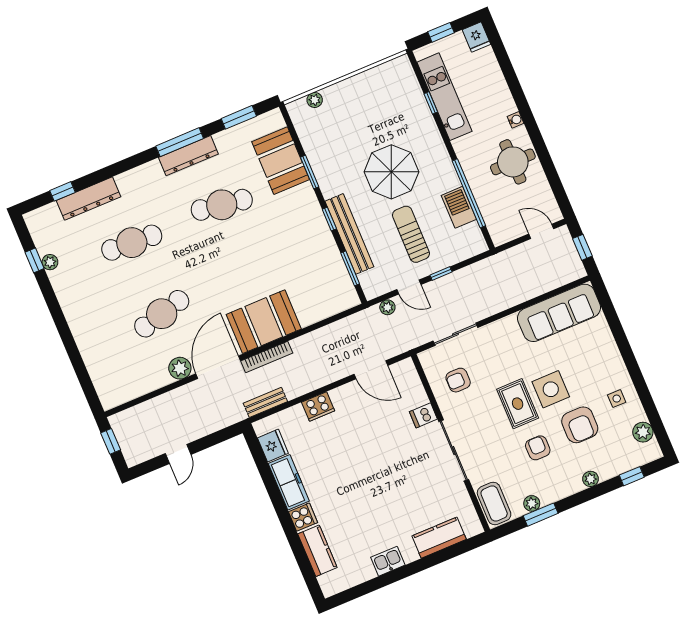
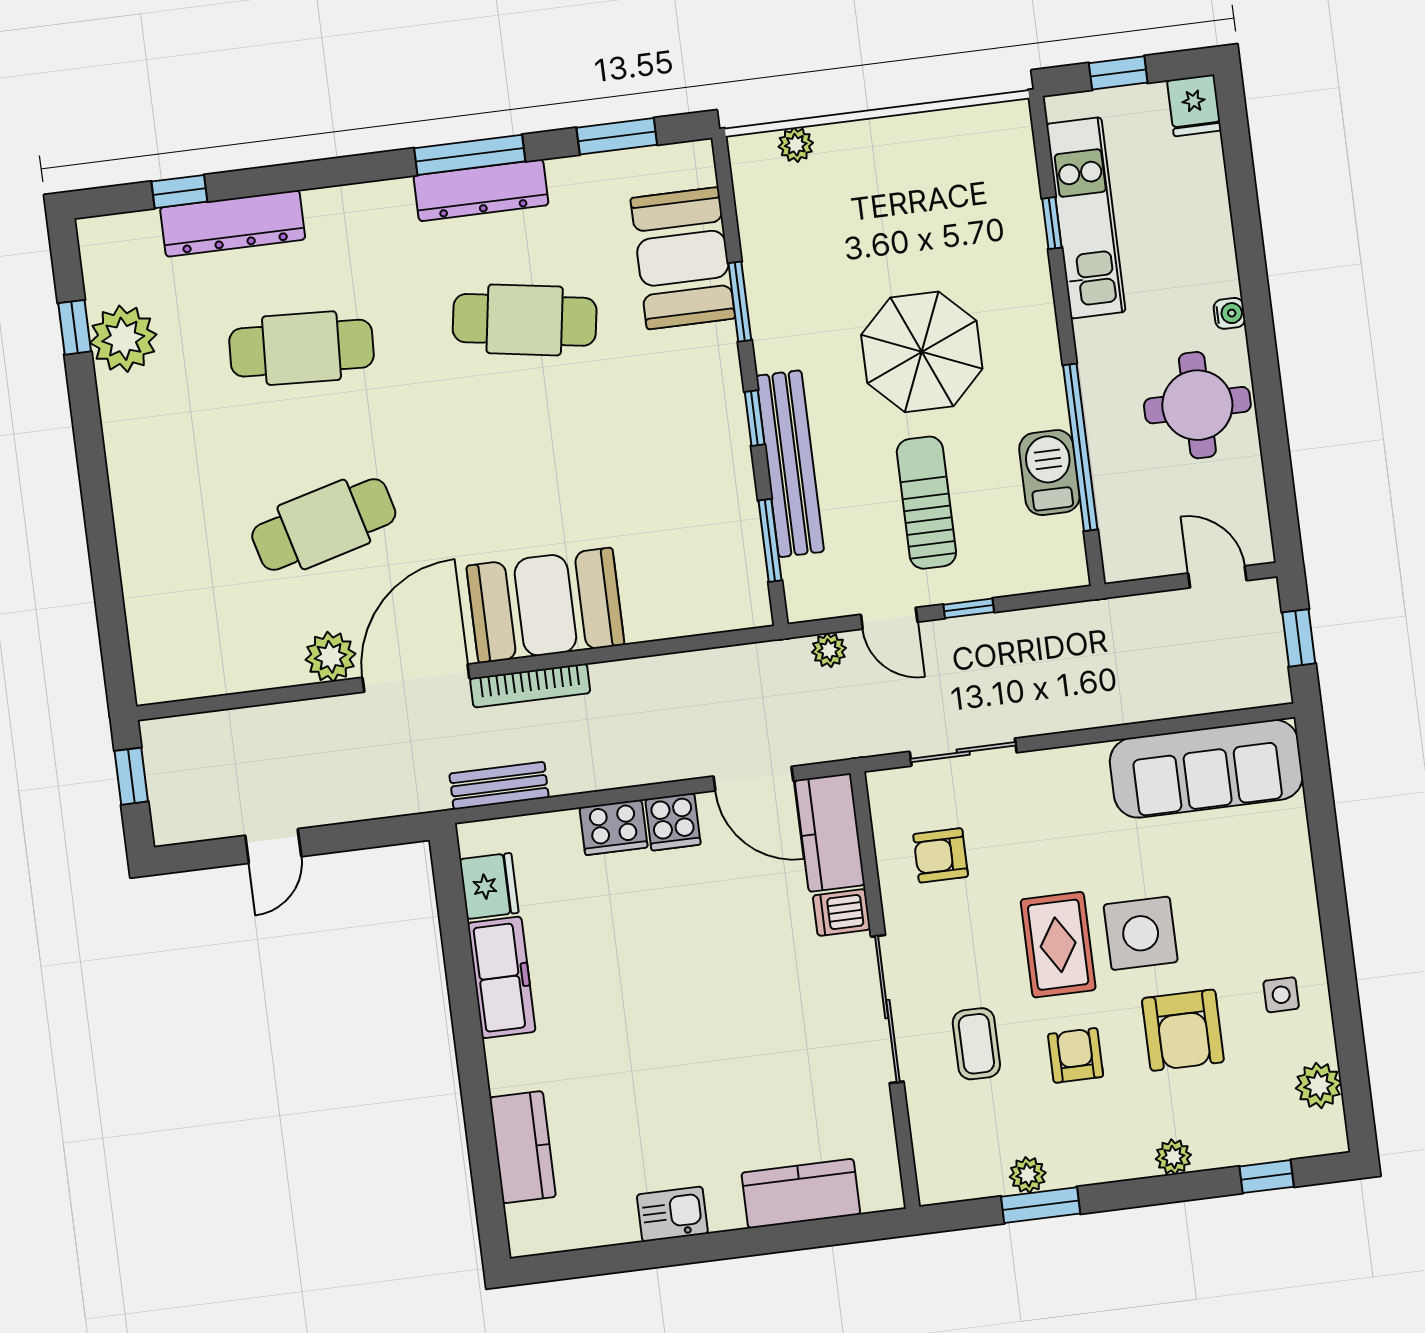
plant: (50, 262) -> (123, 339), width x1.87, depth x1.87
kitchen counter: (409, 383) -> (830, 833), added
coffee table: (494, 504) -> (976, 1044), moved, width x0.73, depth x0.77
cooker: (303, 517) -> (673, 822), moved, turned 90

